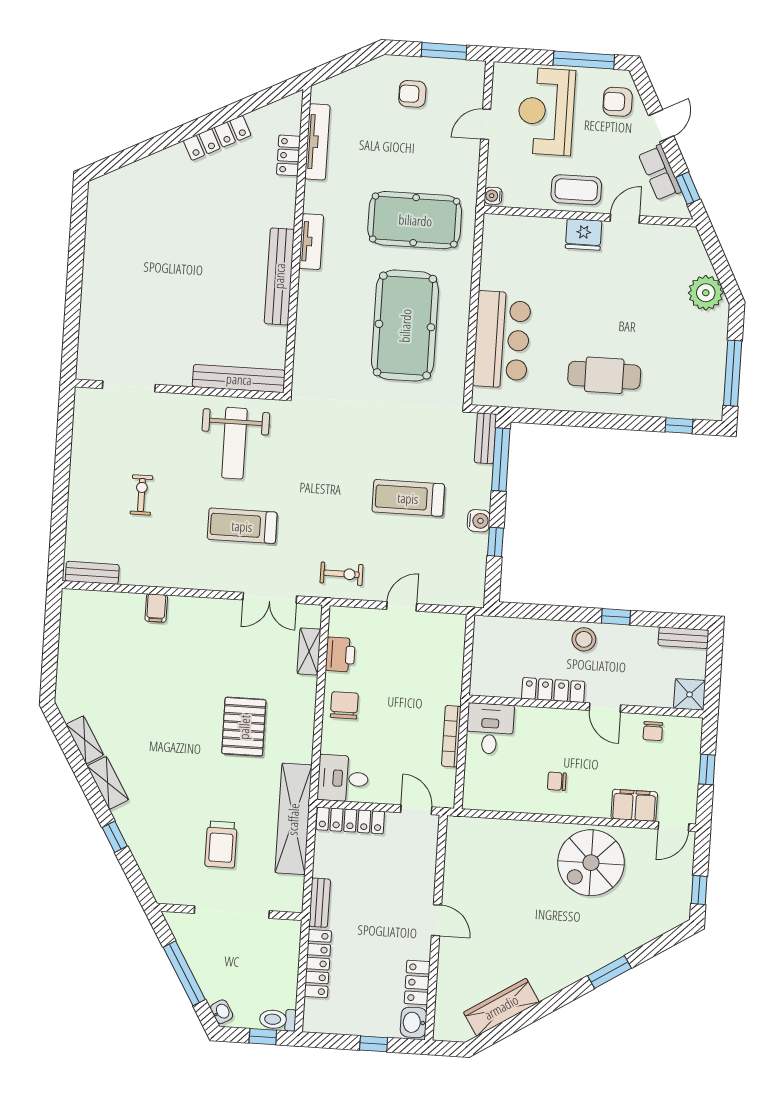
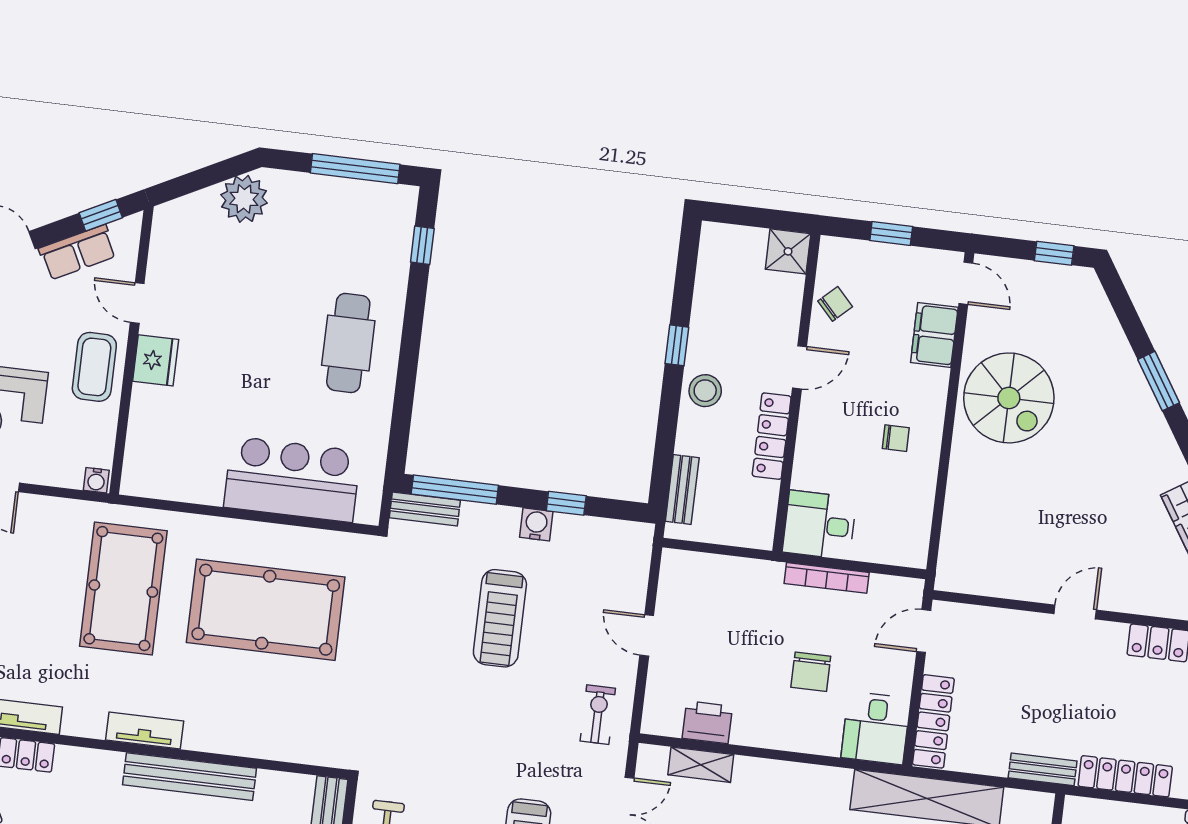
bench: (683, 638) -> (682, 489), moved
chair: (344, 705) -> (811, 672), moved, turned -90
chair: (653, 731) -> (835, 304), turned -43
chair: (557, 781) -> (896, 438), turned -90

